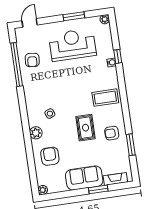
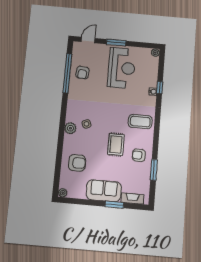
window: (74, 16) -> (116, 43), moved
reception desk: (72, 45) -> (122, 68), turned 90
plant: (36, 133) -> (70, 128), moved
armchair: (50, 156) -> (77, 163), turned 90

